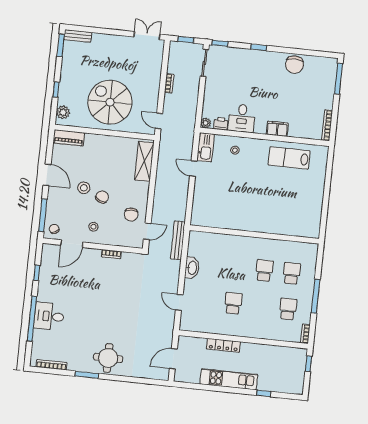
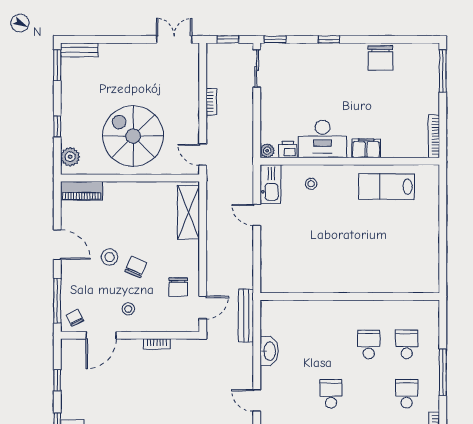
desk: (242, 118) -> (322, 139), width x1.37

